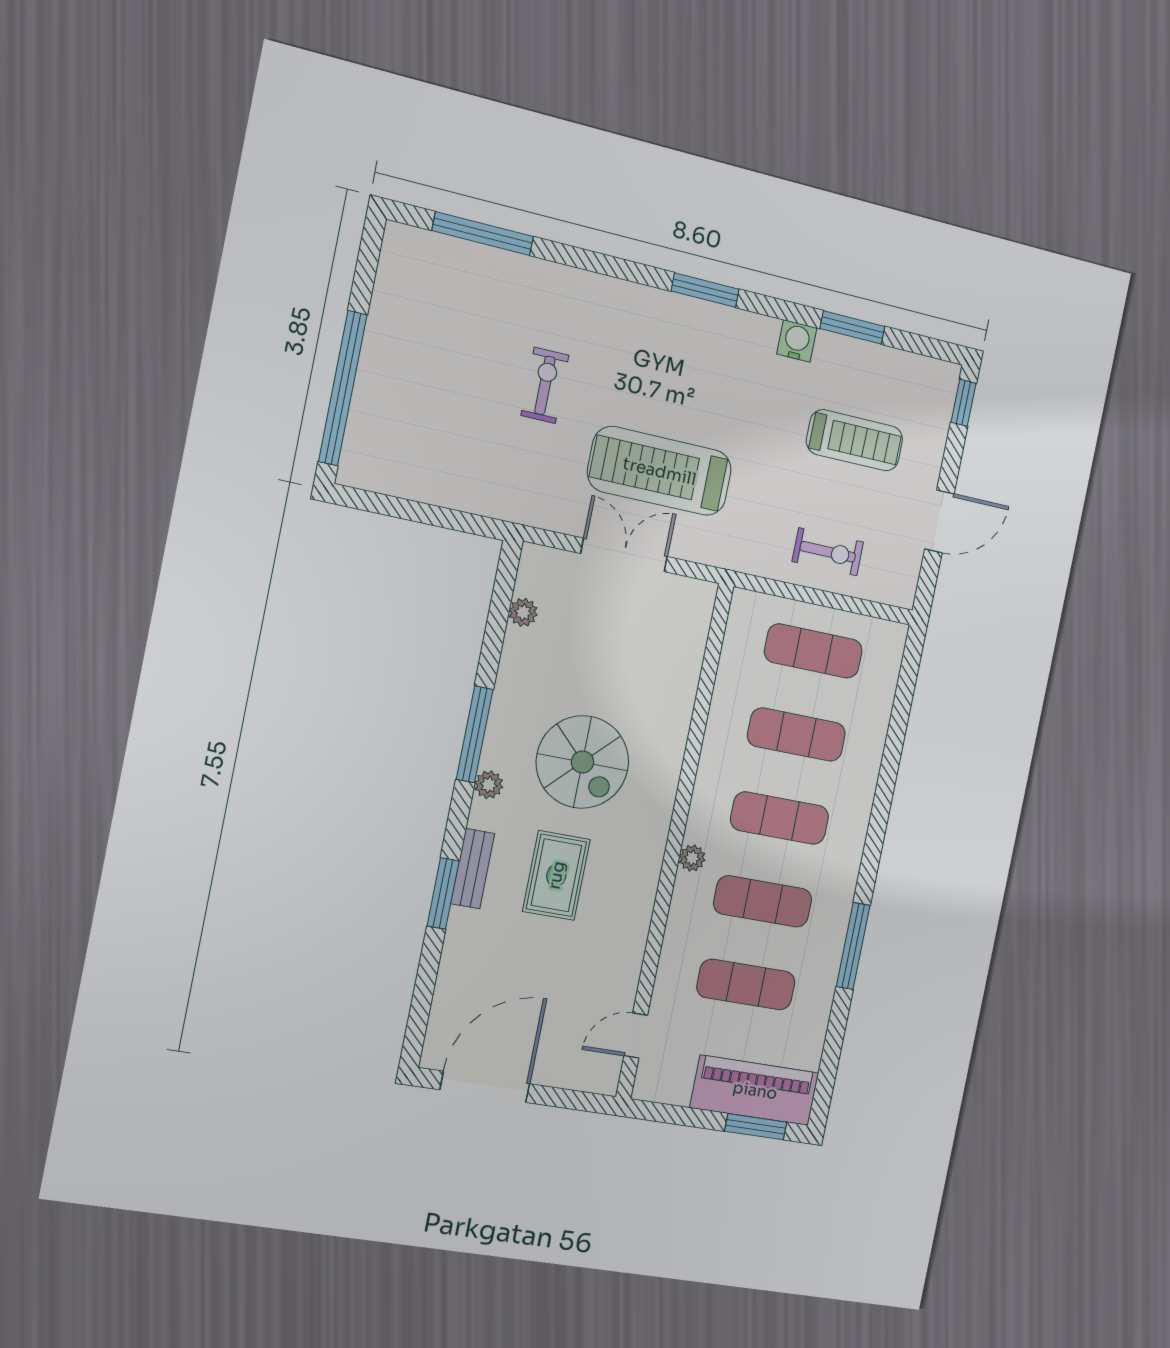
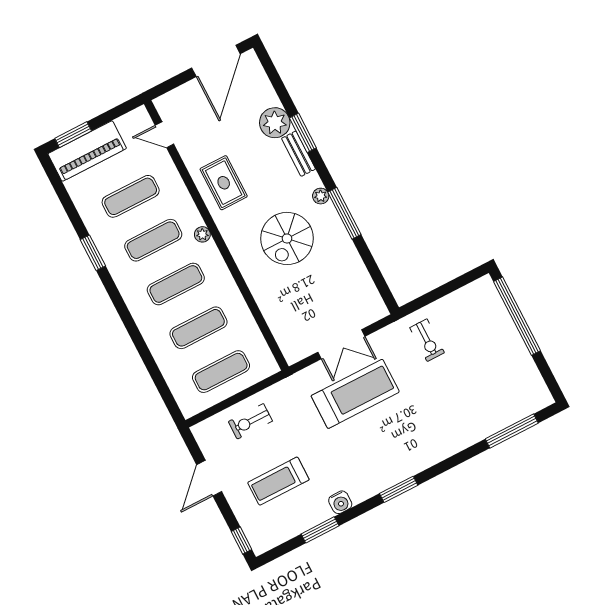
exercise bike: (545, 385) -> (427, 340), moved
plant: (523, 612) -> (275, 123), moved, width x1.88, depth x1.88
spiral stairs: (582, 762) -> (287, 238), turned -90
rug: (556, 875) -> (224, 183), moved
window: (853, 946) -> (93, 253), width x0.69
door: (636, 1036) -> (164, 135), swing flipped

